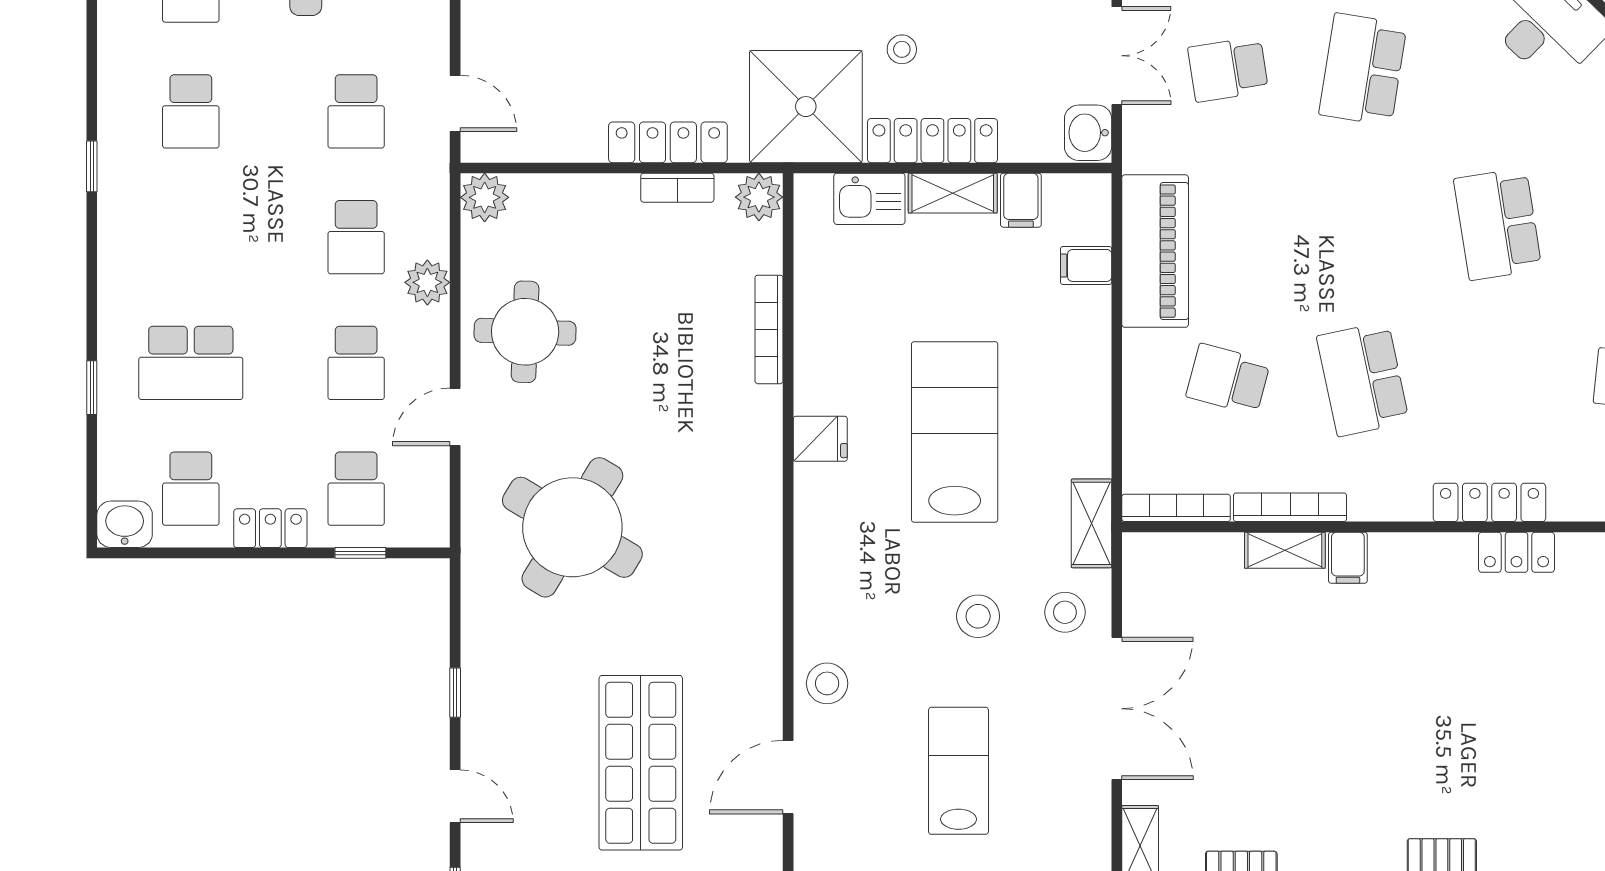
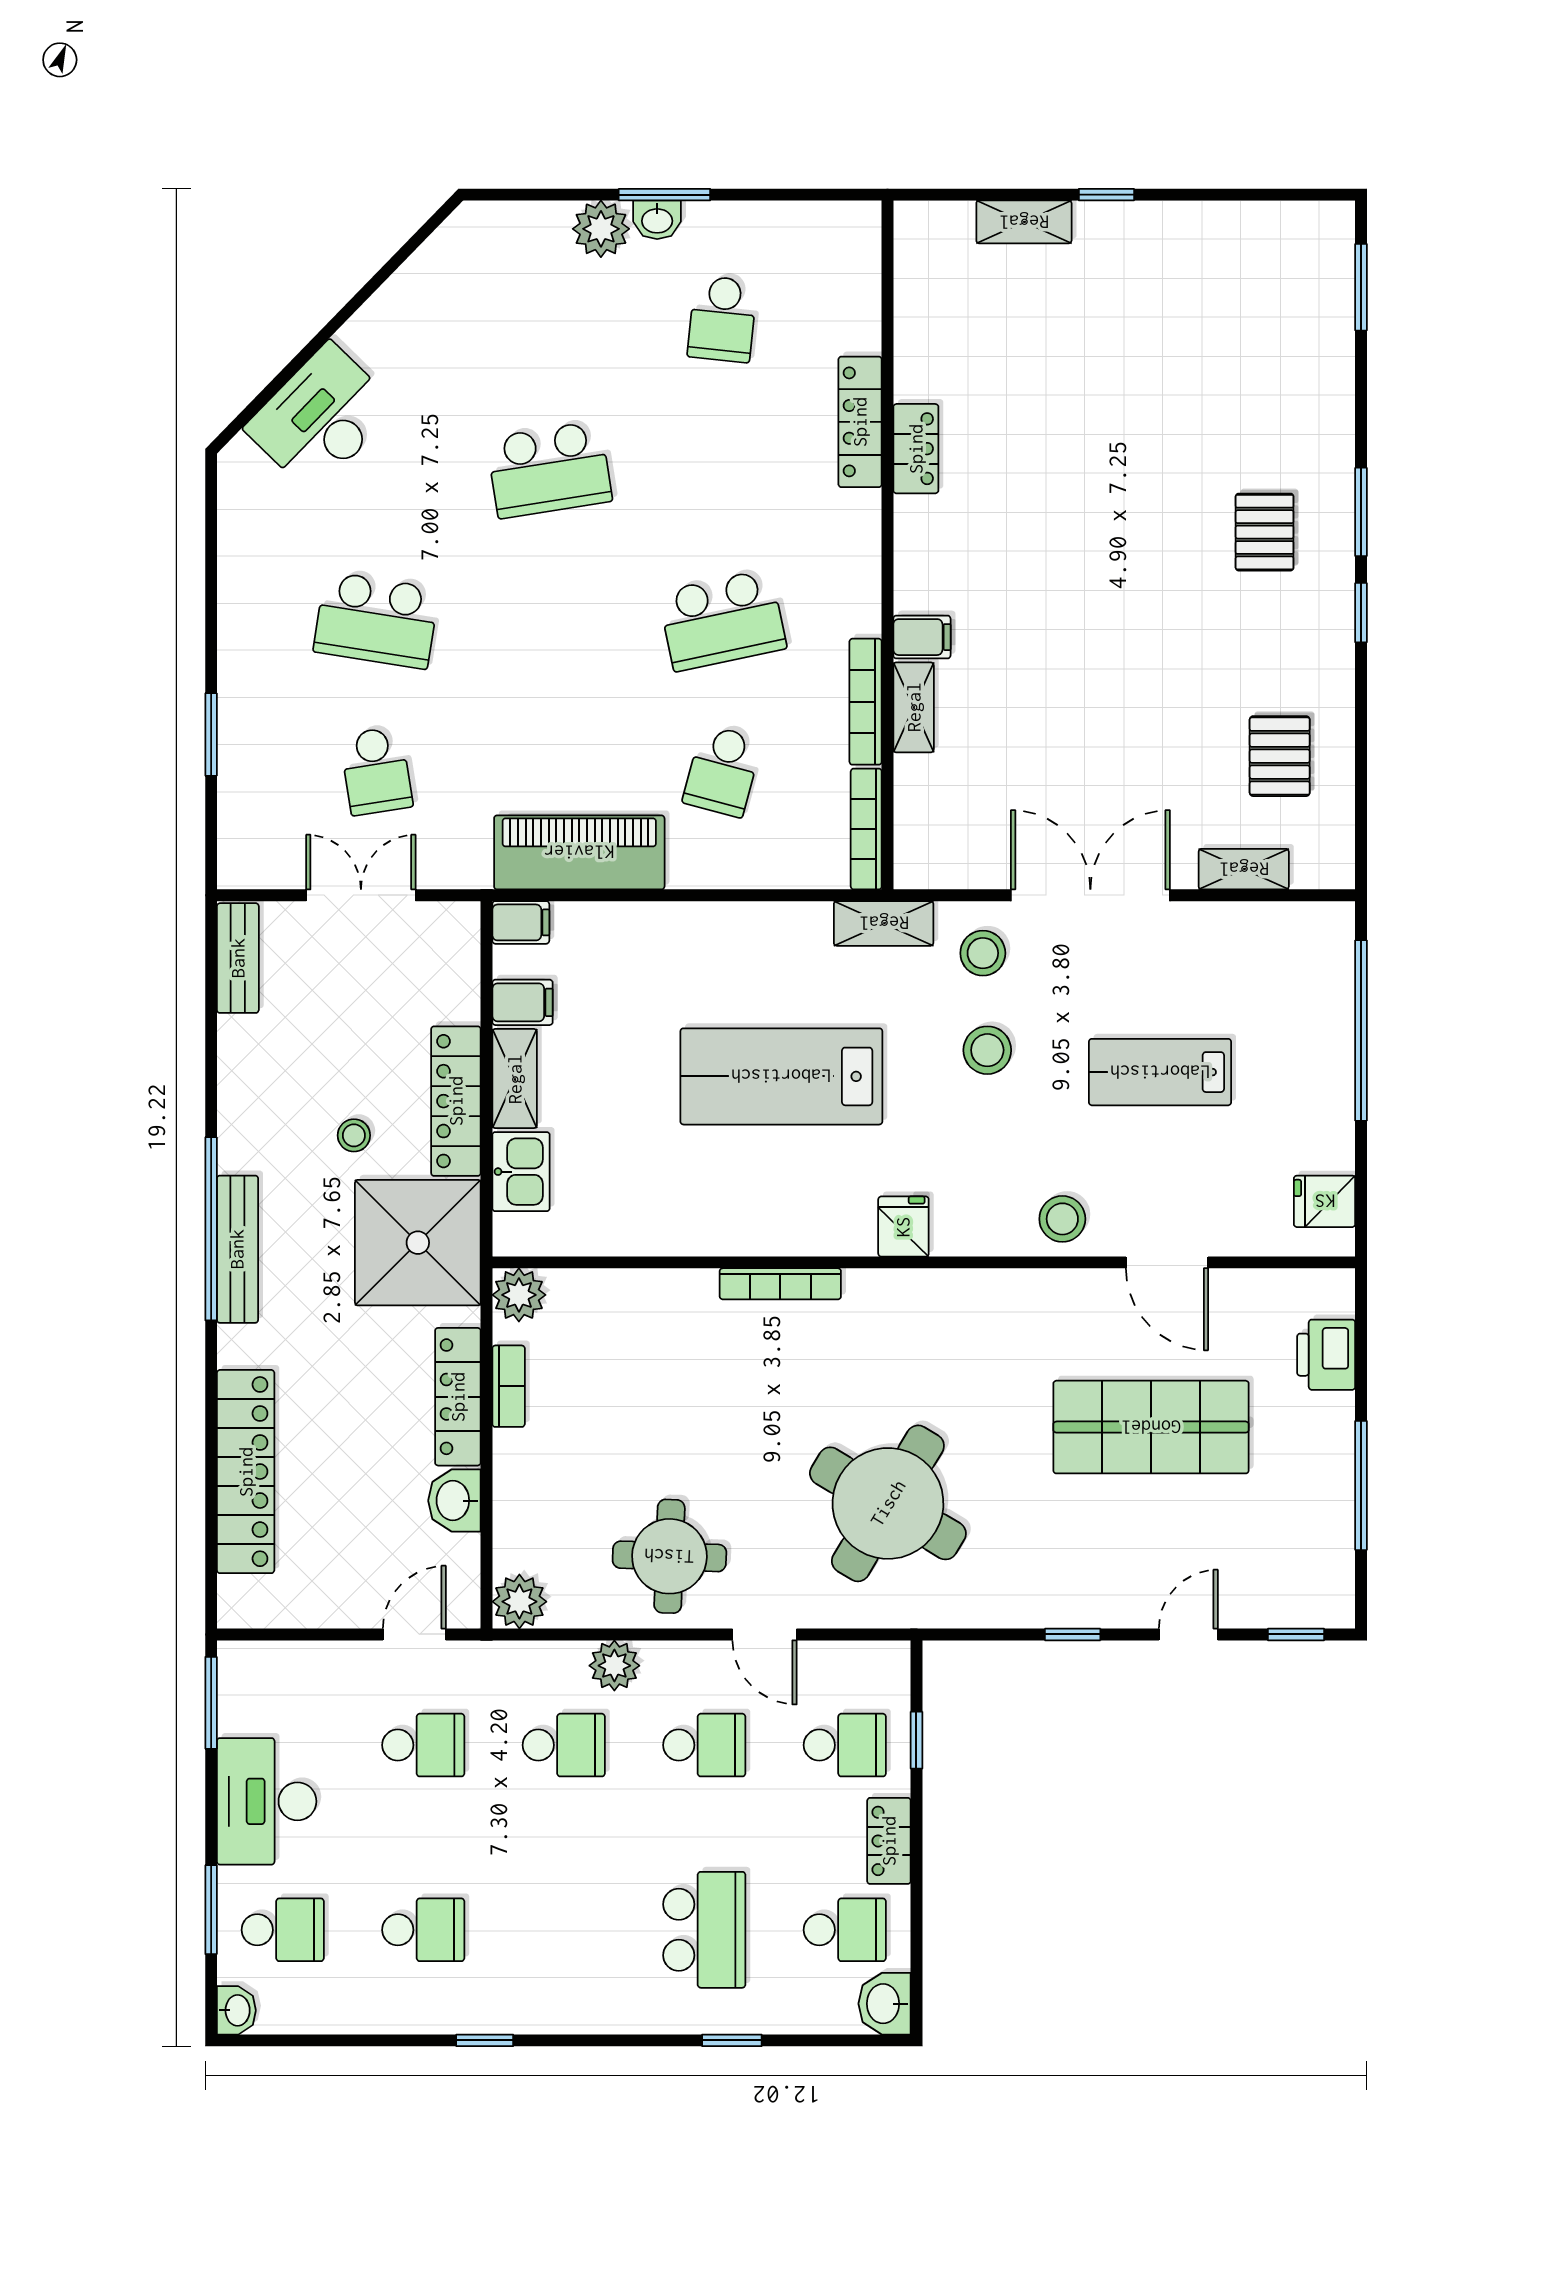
washbasin: (1088, 133) -> (454, 1501), moved, turned 90
filing cabinet: (1086, 265) -> (521, 922), moved, turned -90
bookcase: (769, 329) -> (780, 1284), moved
fridge: (820, 439) -> (903, 1227), moved
locker: (1489, 502) -> (860, 422), moved

